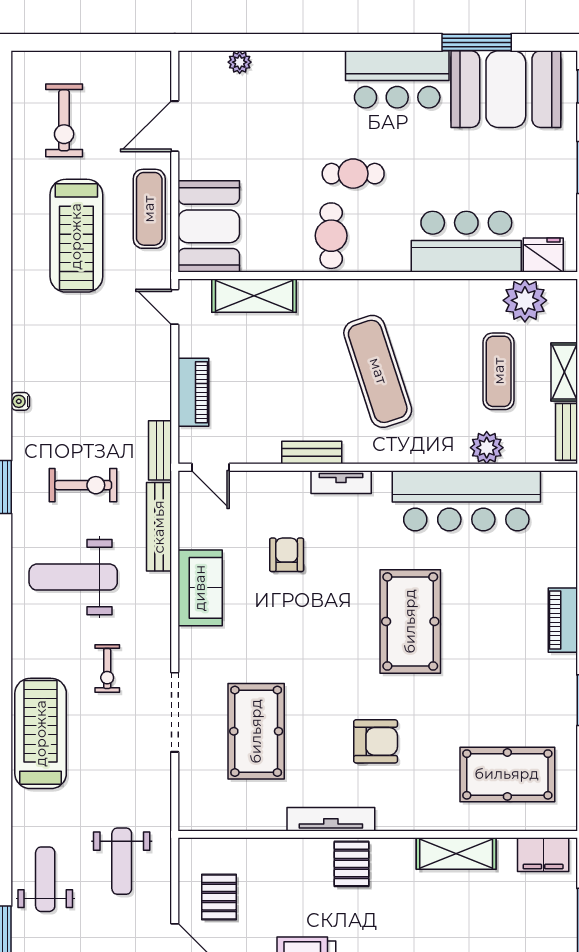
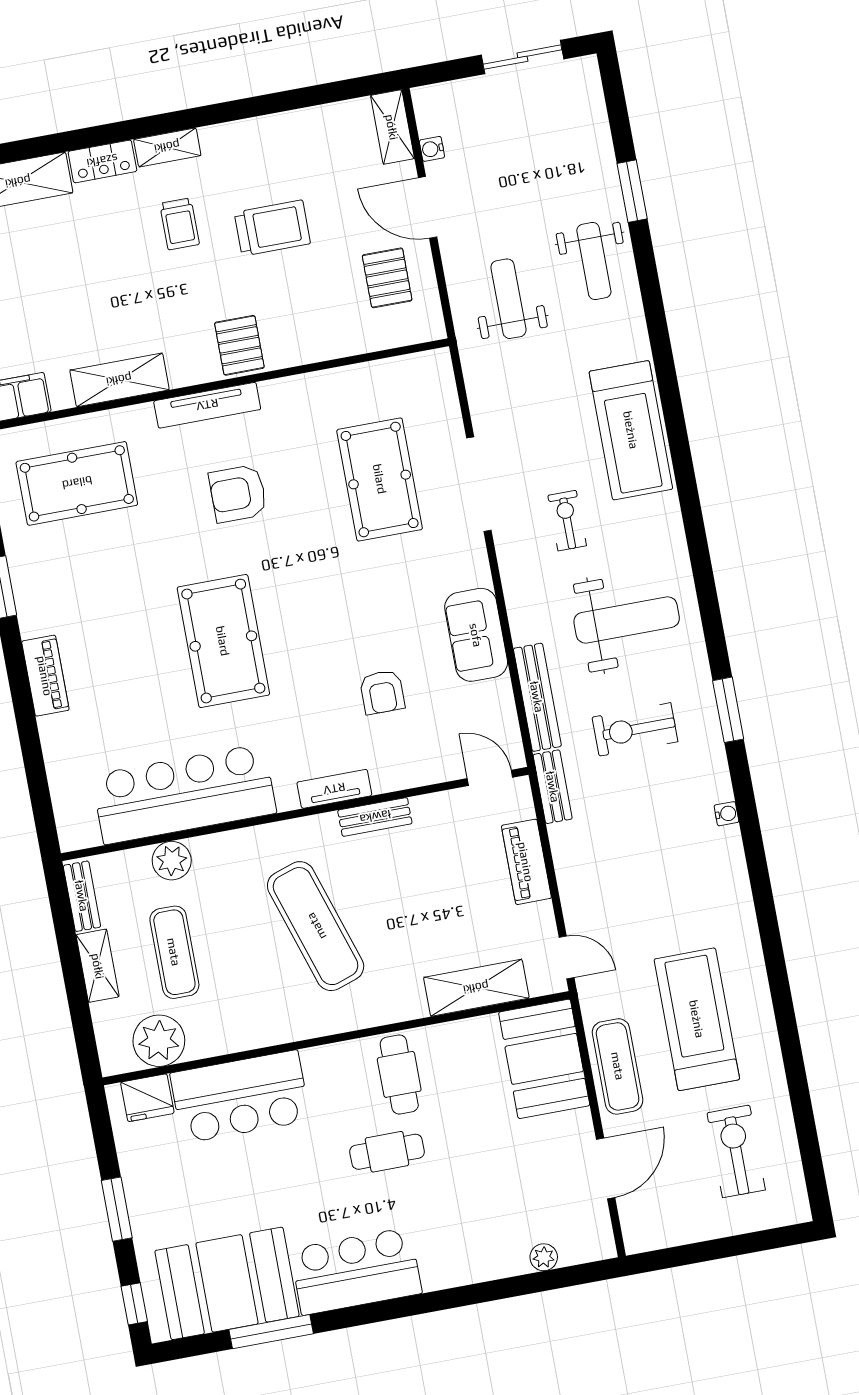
tv unit: (331, 819) -> (207, 405), moved

